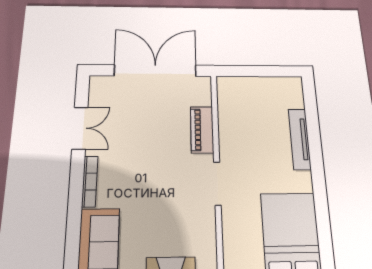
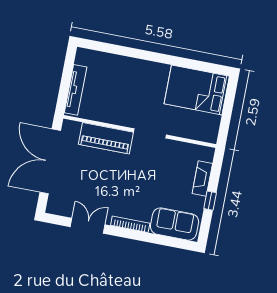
piano: (202, 130) -> (106, 138), width x1.37, depth x1.33
tv unit: (300, 139) -> (76, 90), moved, turned -90

